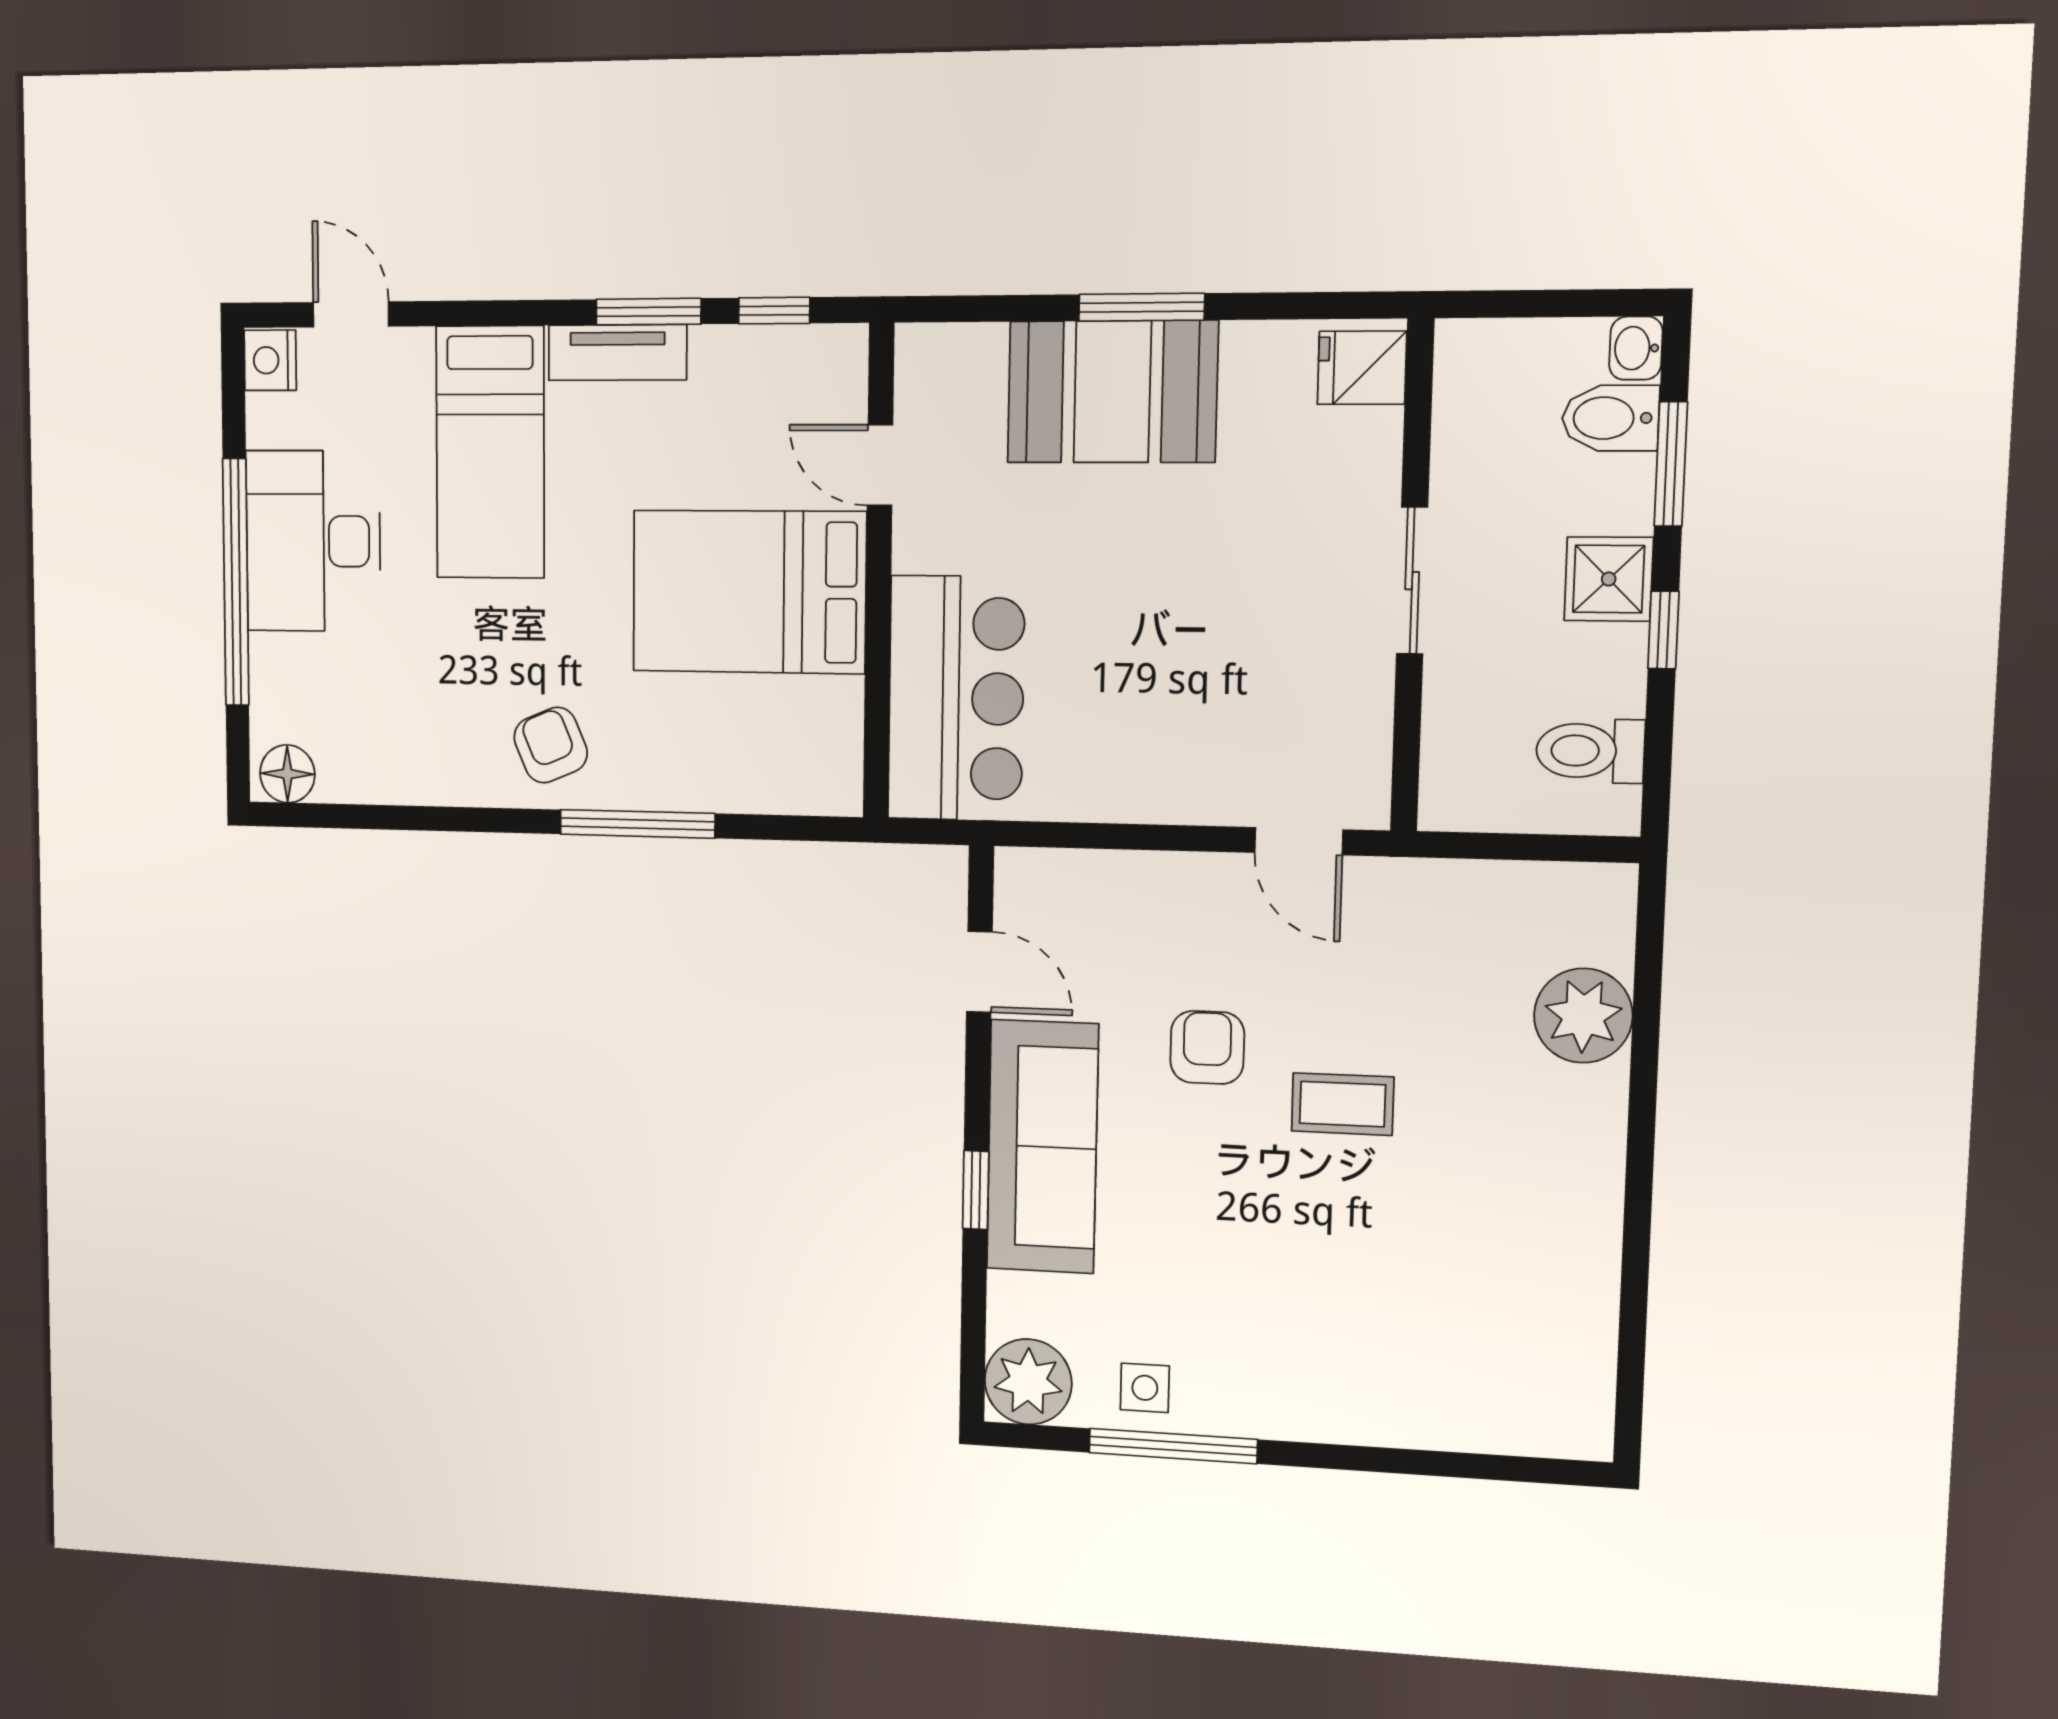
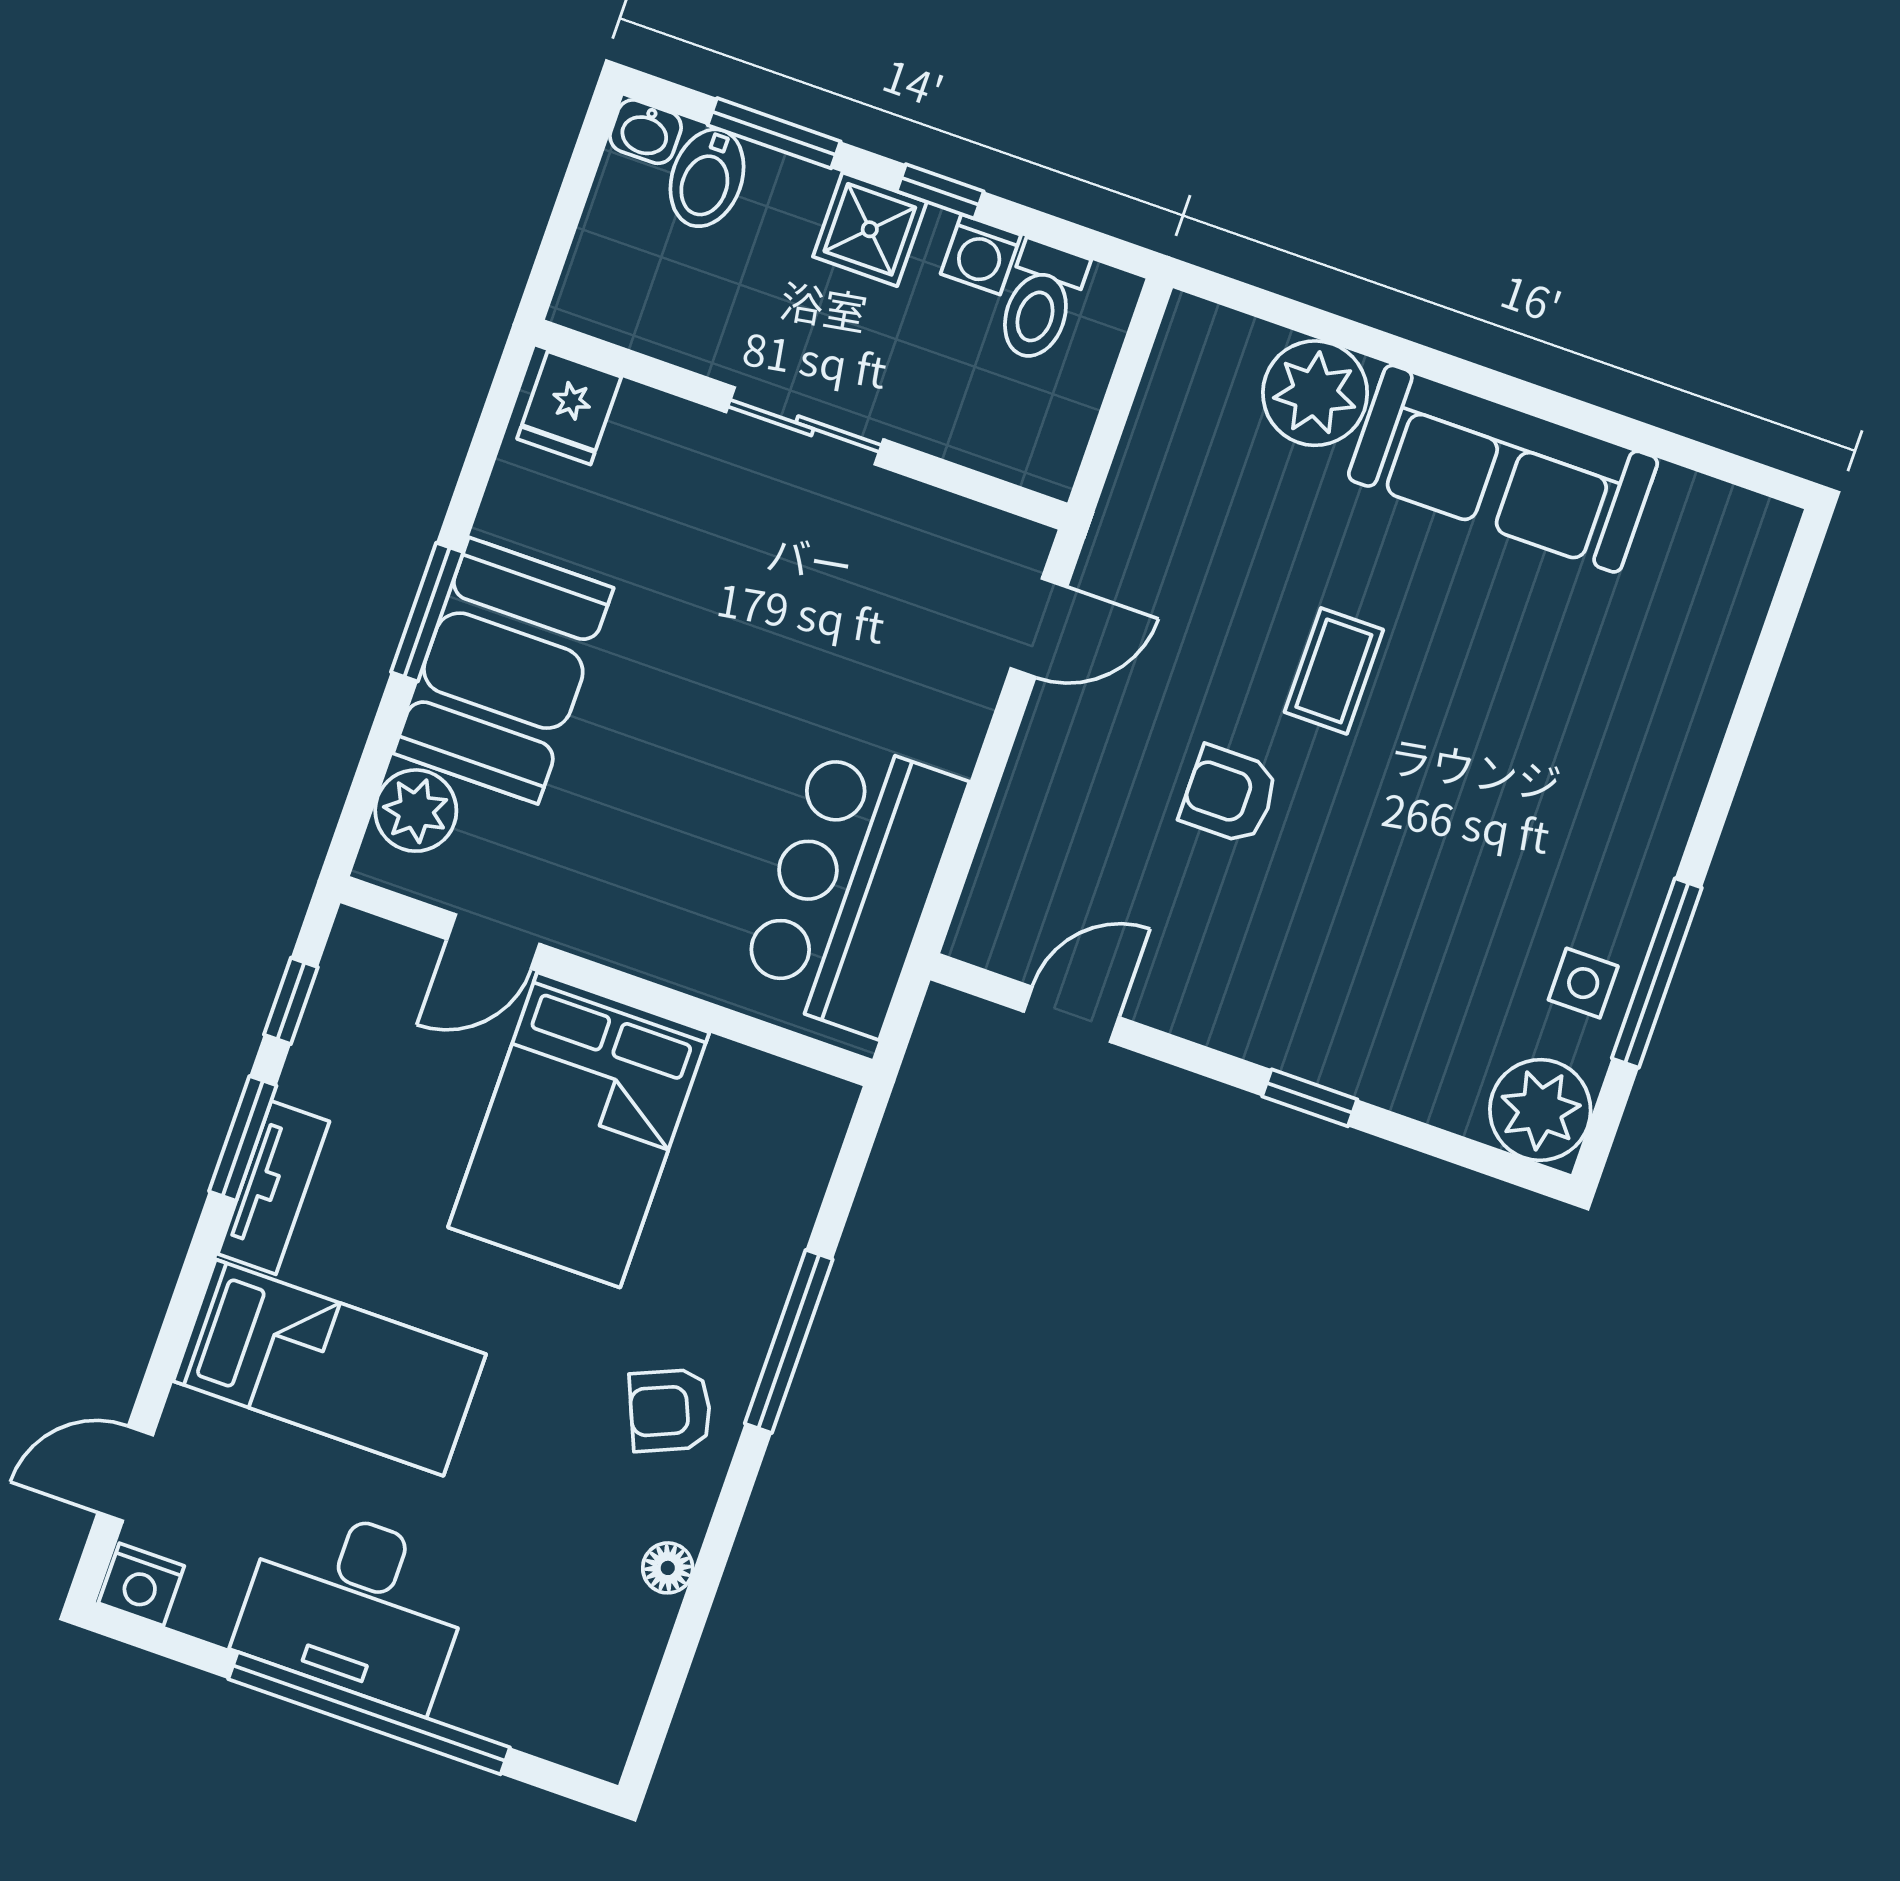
plant: (968, 359) -> (416, 811), added
washing machine: (1617, 685) -> (981, 254), added
bar counter: (956, 698) -> (853, 886), moved, turned -90
floor lamp: (287, 774) -> (668, 1568), moved, width x0.73, depth x0.73
sofa: (1042, 1147) -> (1503, 469), moved, turned 180

